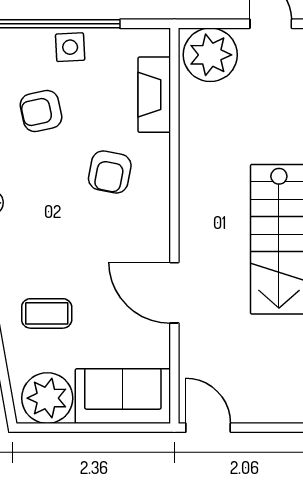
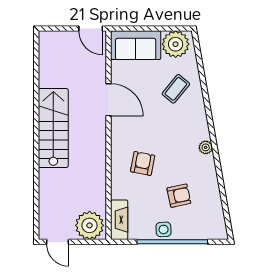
fireplace: (154, 95) -> (119, 220), moved
coffee table: (47, 313) -> (176, 89), turned -51

